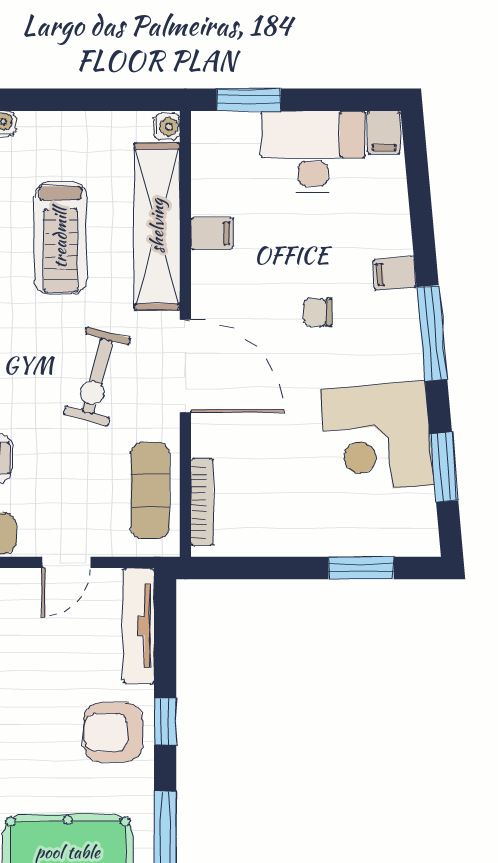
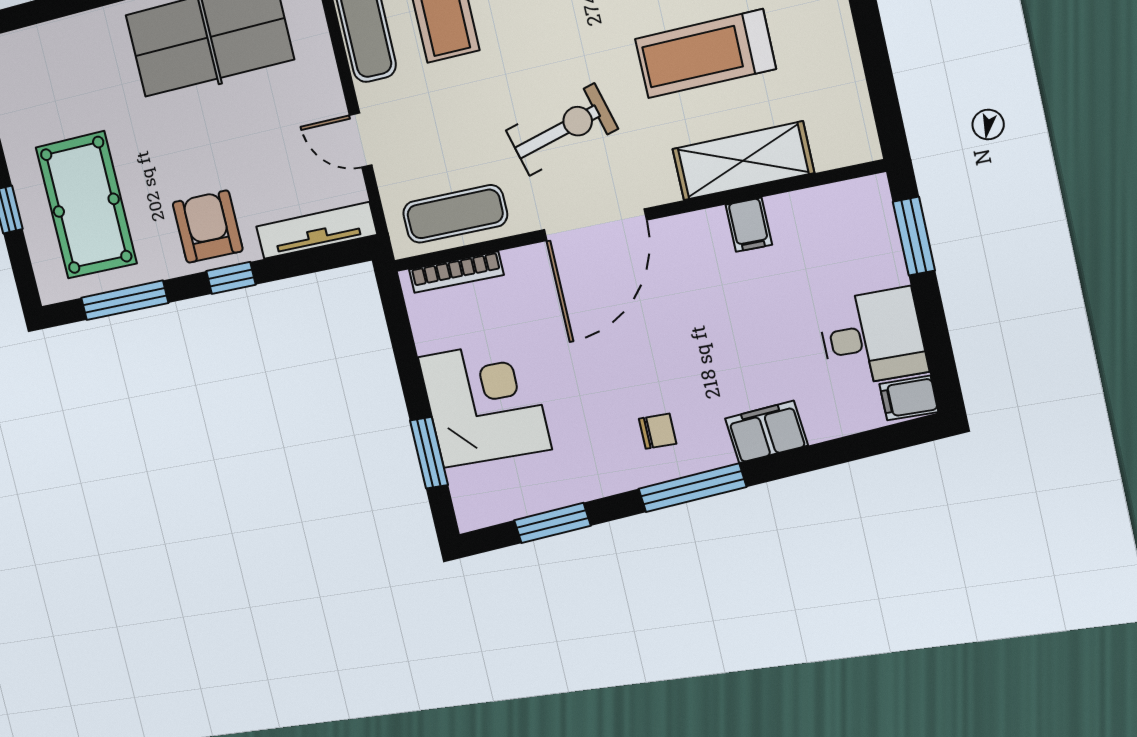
water cooler: (167, 127) -> (861, 148), removed
desk: (313, 152) -> (872, 337), width x0.73
shelving: (157, 226) -> (743, 161), width x0.68
filing cabinet: (394, 273) -> (766, 432), width x2.00
chair: (318, 312) -> (658, 431), moved, turned 90
exercise bike: (97, 376) -> (562, 130), turned 150
corner desk: (377, 437) -> (484, 403), moved, turned 95

